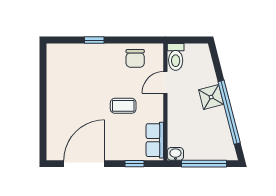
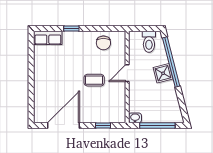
toilet: (176, 57) -> (149, 42), moved
door: (165, 82) -> (127, 73), moved
window: (229, 112) -> (171, 62), moved
row of seats: (155, 140) -> (48, 38), moved, turned -90

